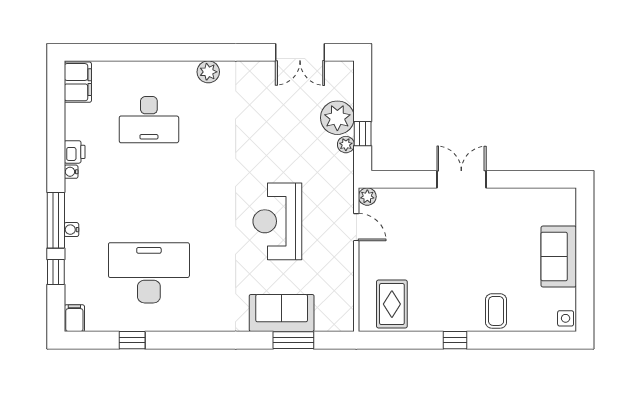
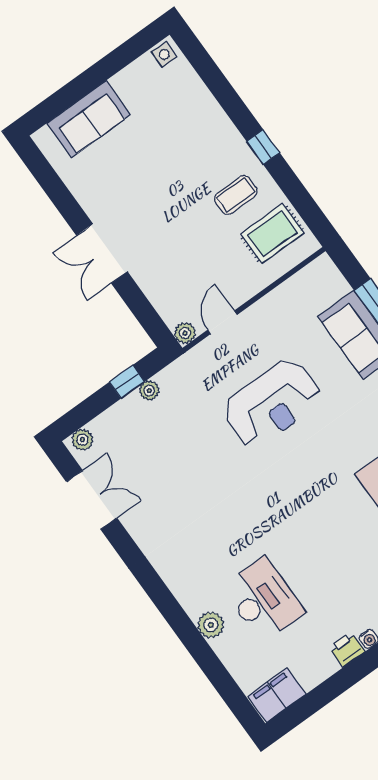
plant: (208, 72) -> (211, 625), moved
plant: (337, 118) -> (82, 440), moved, width x0.53, depth x0.53
sofa: (559, 256) -> (89, 119), moved
coffee table: (496, 311) -> (236, 195), moved

